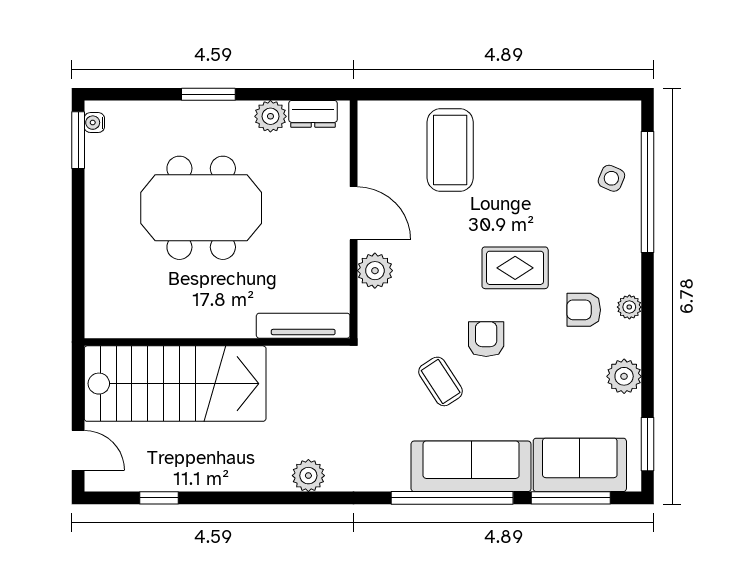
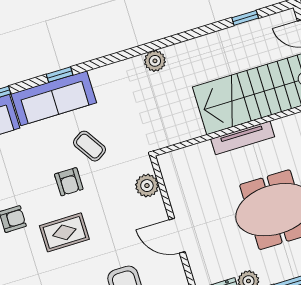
plant: (375, 271) -> (147, 186), moved
tv unit: (303, 326) -> (243, 138), moved
window: (452, 498) -> (60, 75), width x0.32

